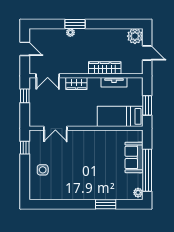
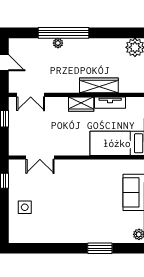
window: (75, 24) -> (63, 33), width x2.11
wardrobe: (76, 84) -> (81, 104), moved

